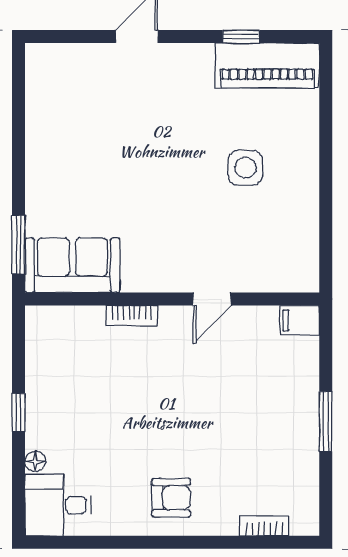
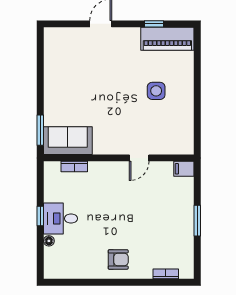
bookcase: (132, 316) -> (74, 167), moved
desk: (58, 505) -> (60, 219), moved

